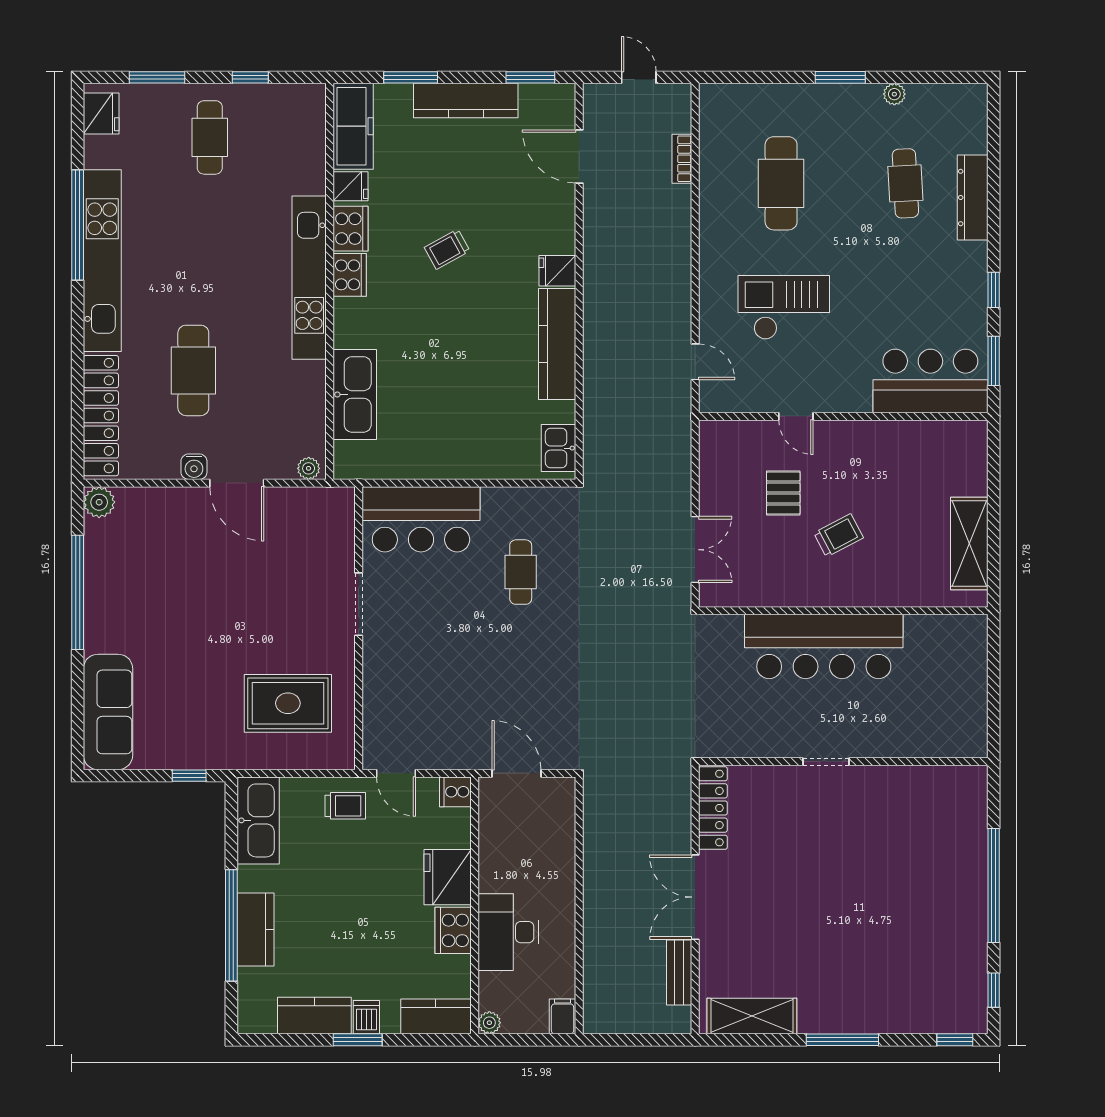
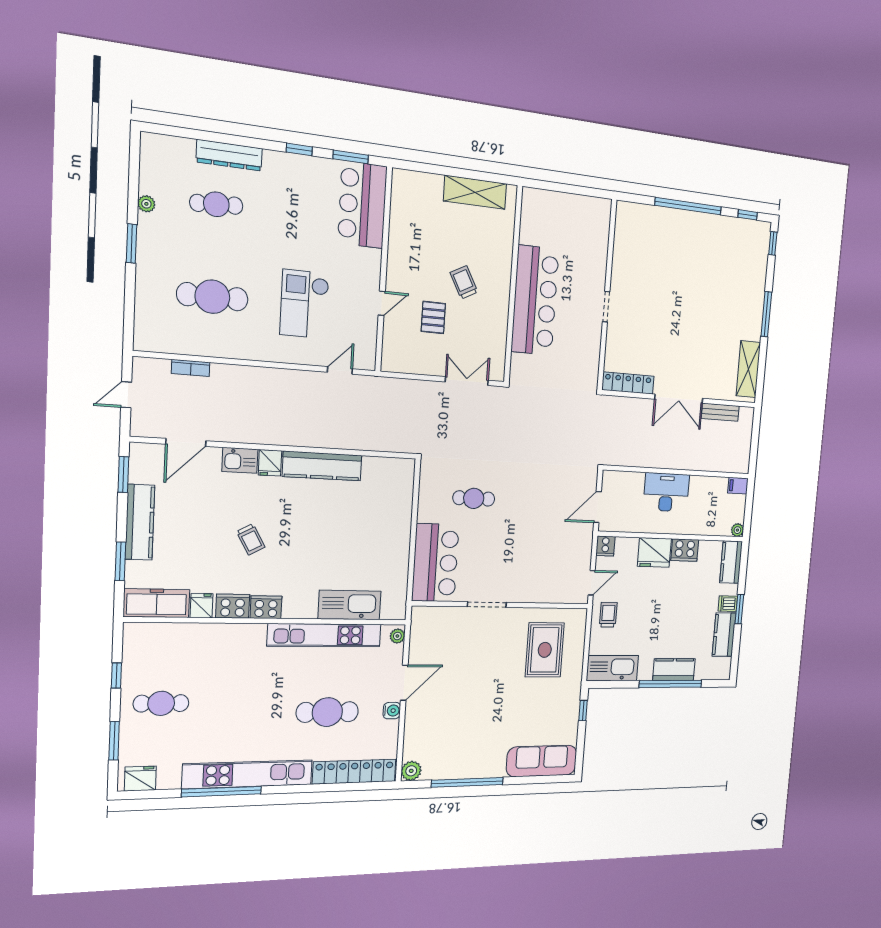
kitchen unit: (309, 278) -> (325, 635), moved
kitchen sink: (558, 448) -> (240, 460), moved
pallet: (783, 493) -> (433, 317), turned 90
desk: (508, 932) -> (666, 492), moved, turned 180

